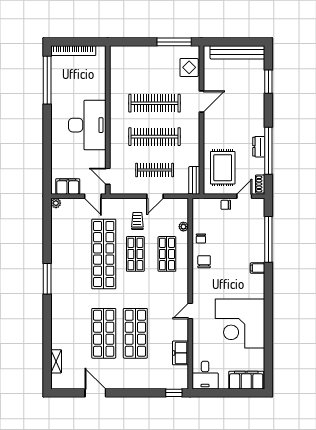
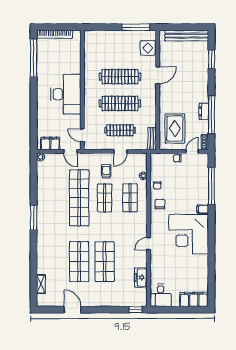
corner desk: (240, 323) -> (189, 234), moved

